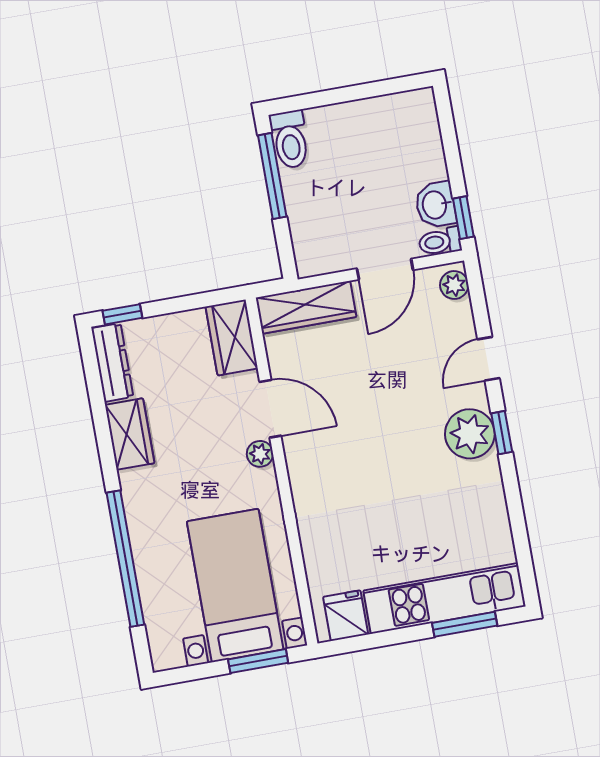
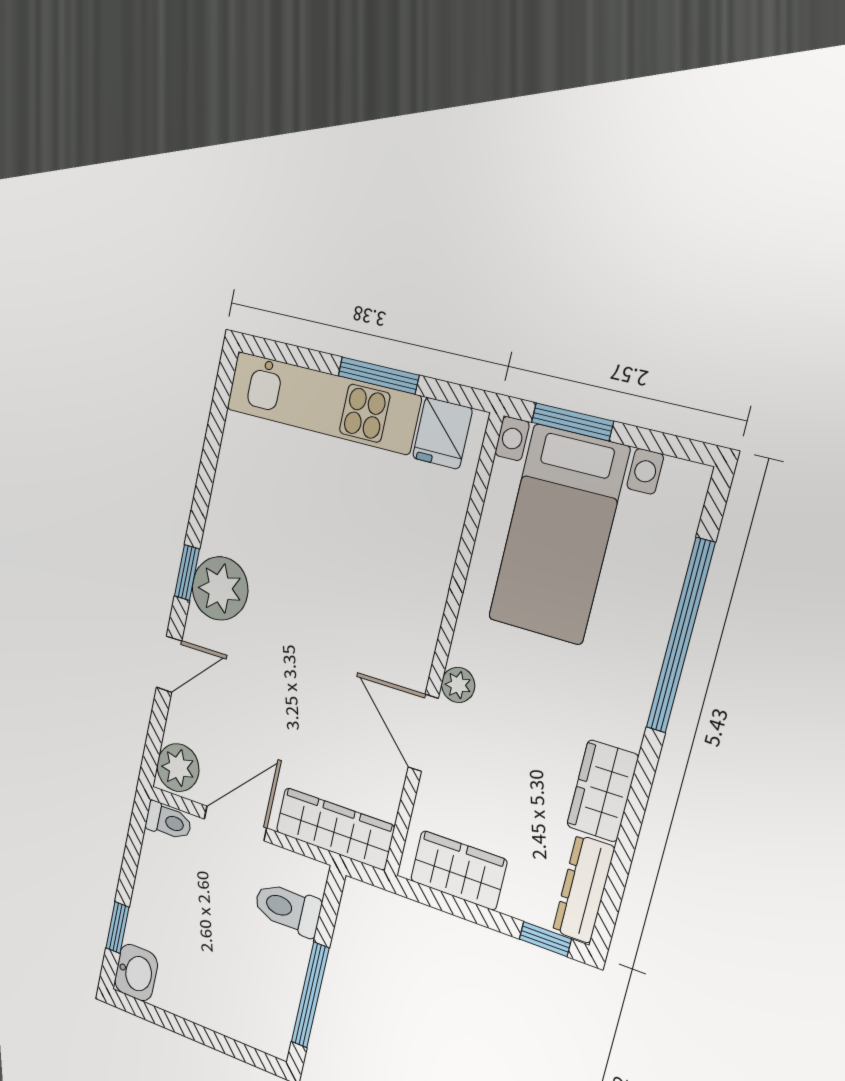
toilet: (290, 139) -> (288, 909), moved, turned -90
washbasin: (435, 205) -> (136, 973), moved
window: (463, 218) -> (118, 927), moved
plant: (454, 285) -> (178, 768), width x1.38, depth x1.38
wardrobe: (232, 337) -> (458, 870), moved, turned -90
window: (465, 624) -> (378, 375), moved

